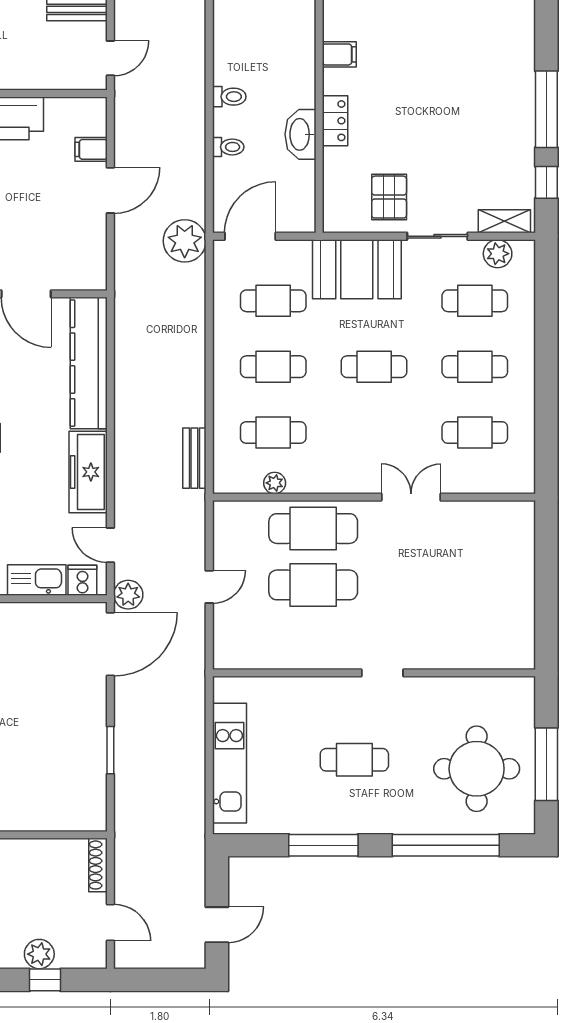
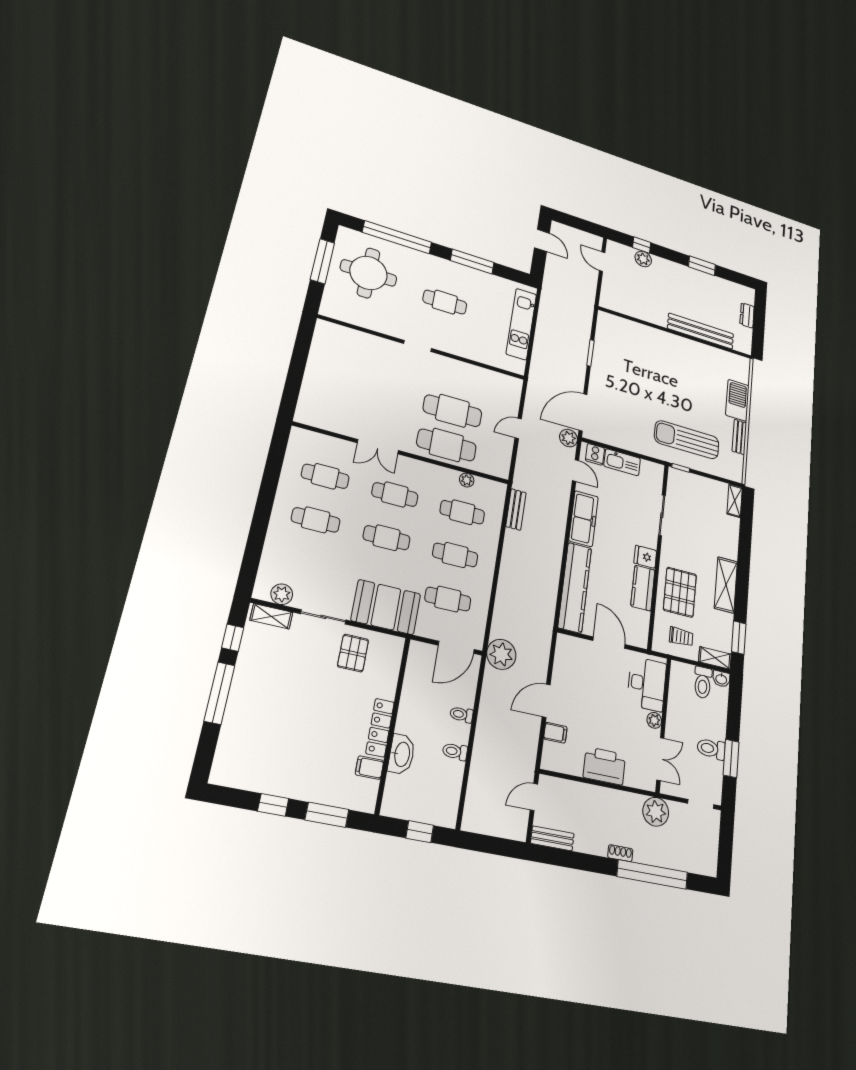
locker: (335, 121) -> (380, 728), width x1.53
washbasin: (301, 134) -> (401, 754), moved
cafe table: (475, 301) -> (395, 495), moved
shoe rack: (98, 865) -> (605, 294), removed
door: (217, 925) -> (542, 240), swing flipped

